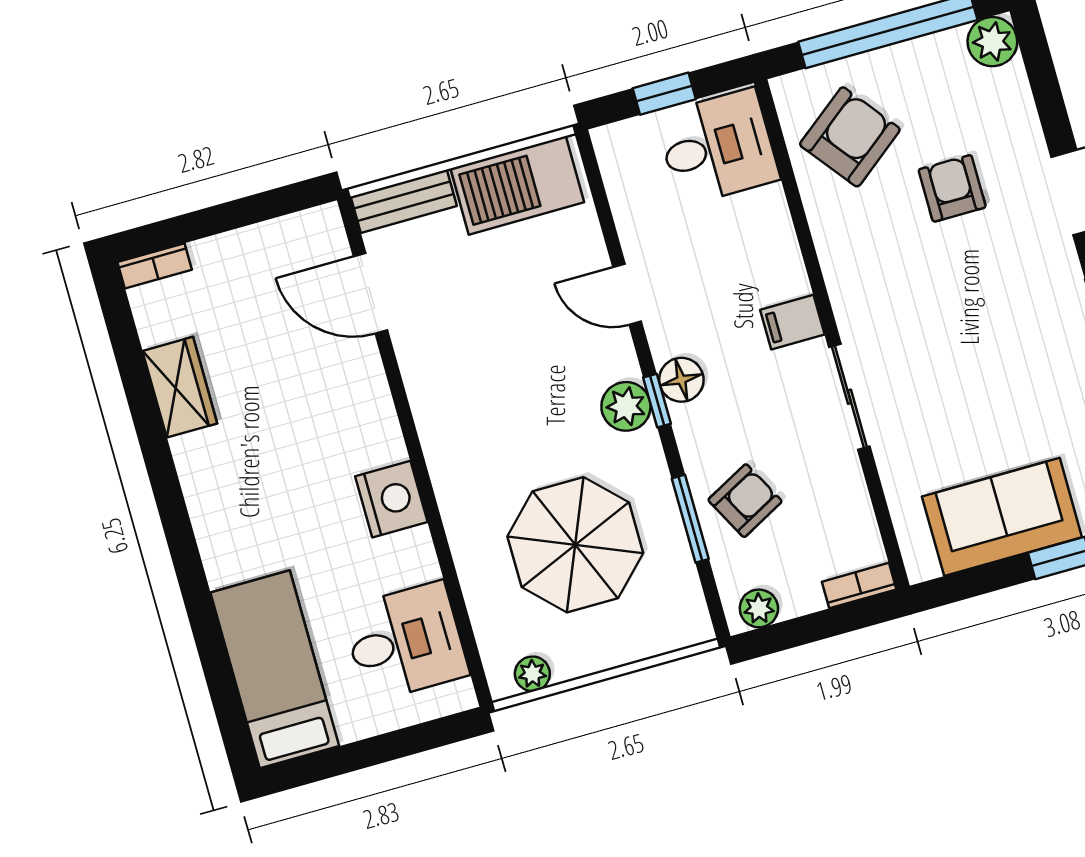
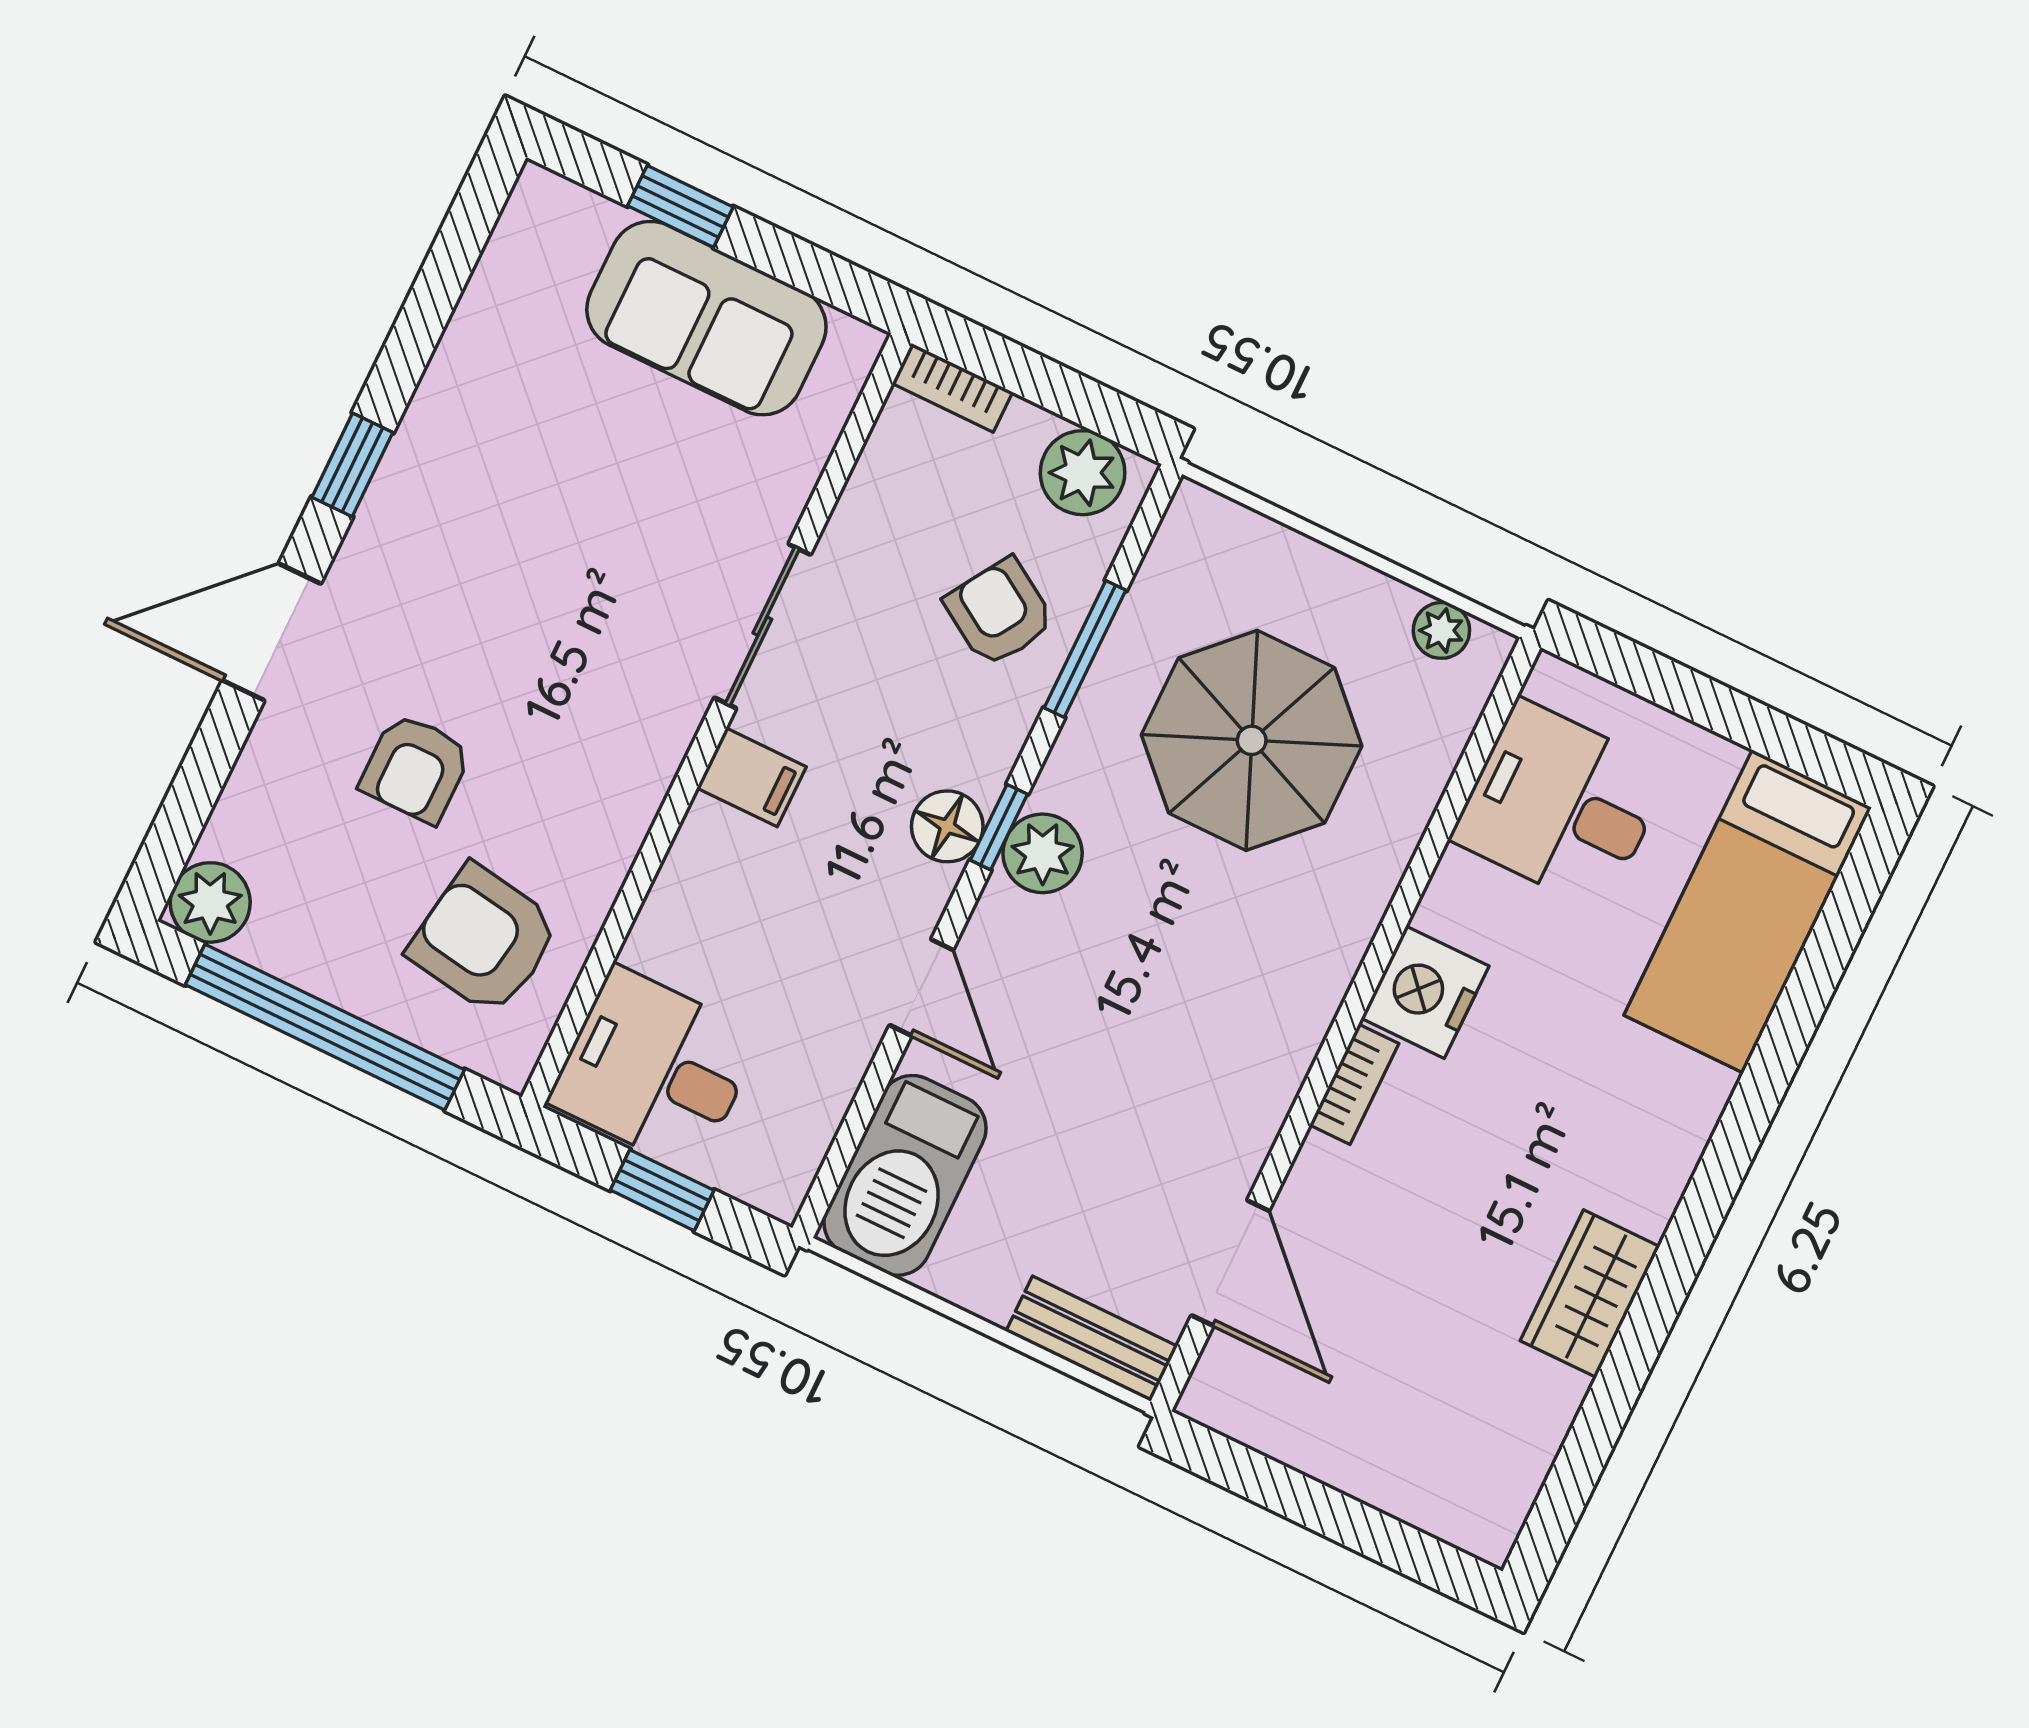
armchair: (850, 137) -> (484, 940), turned 47
barbecue: (517, 185) -> (905, 1175), moved, turned 90
bookcase: (155, 266) -> (1354, 1084), moved, turned 90
wardrobe: (180, 387) -> (1590, 1294), moved
armchair: (745, 501) -> (999, 612), turned 60
plant: (759, 608) -> (1083, 473), width x1.38, depth x1.38

